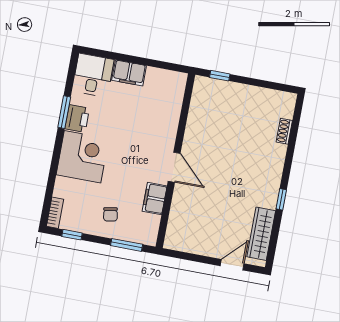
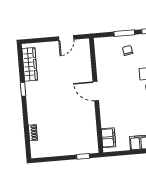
filing cabinet: (155, 199) -> (108, 138), moved
window: (127, 245) -> (124, 33), moved
door: (232, 265) -> (66, 38), moved

